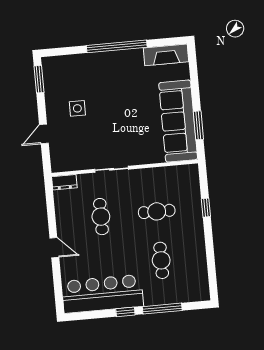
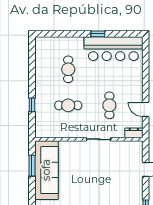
side table: (77, 108) -> (119, 186), removed
door: (54, 248) -> (146, 109), moved
window: (162, 309) -> (71, 34), removed

